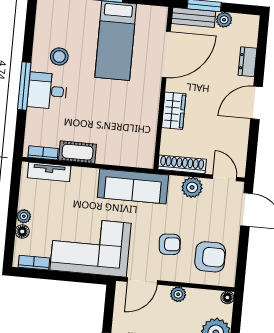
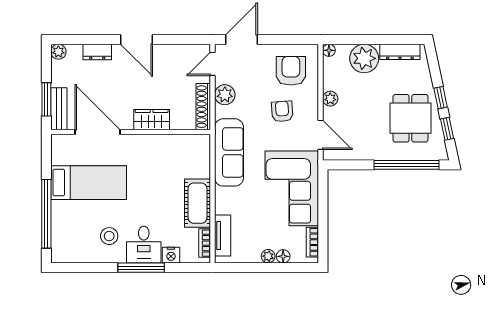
plant: (224, 20) -> (58, 52), moved
nightstand: (34, 118) -> (171, 255), added
cot: (77, 152) -> (197, 203), width x1.37, depth x1.34

